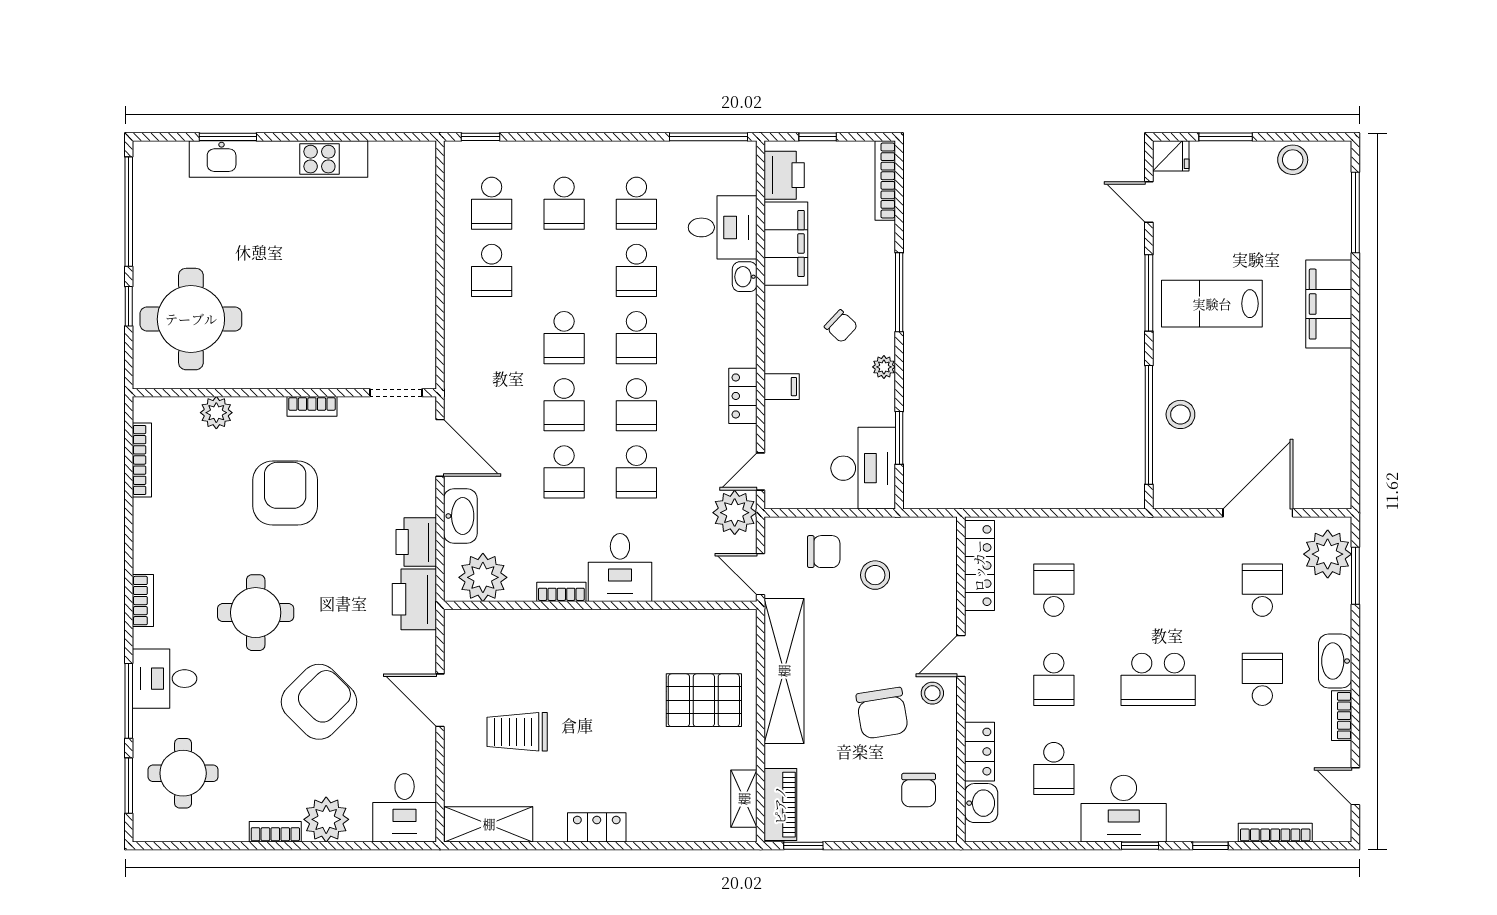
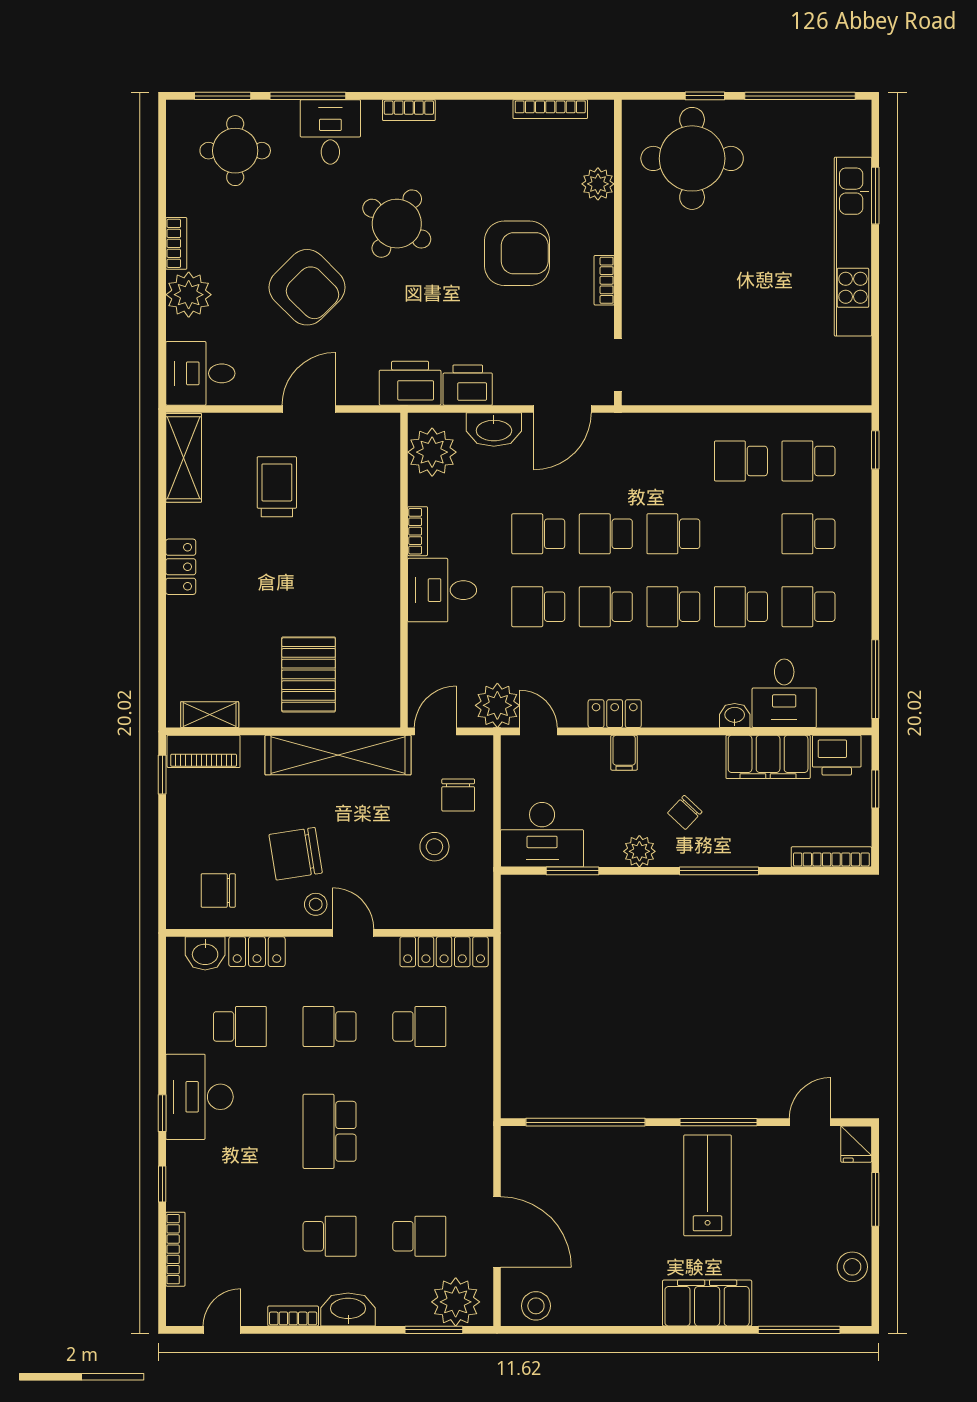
plant: (884, 367) -> (639, 851), width x1.38, depth x1.38
stool: (1180, 414) -> (536, 1306), moved
round table: (256, 613) -> (397, 224), turned 32
school desk: (1054, 769) -> (240, 1026), turned 180

